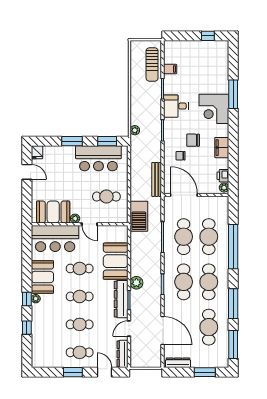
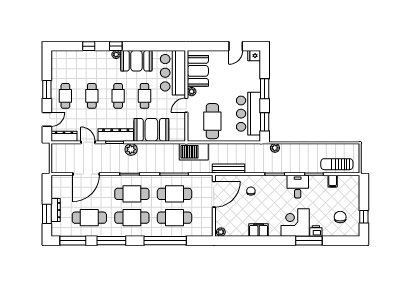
chair: (193, 140) -> (340, 217), moved
printer: (223, 176) -> (316, 231), moved
cafe table: (106, 197) -> (212, 121), width x1.37, depth x1.35
dresser: (178, 363) -> (56, 210), moved

